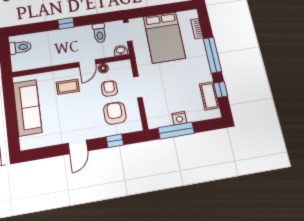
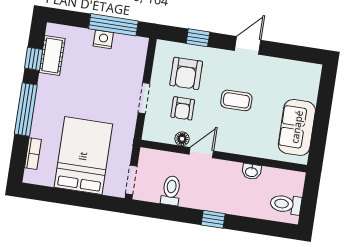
washbasin: (121, 50) -> (251, 172), moved
coffee table: (68, 87) -> (236, 100), moved
sofa: (27, 108) -> (297, 127), width x0.73

